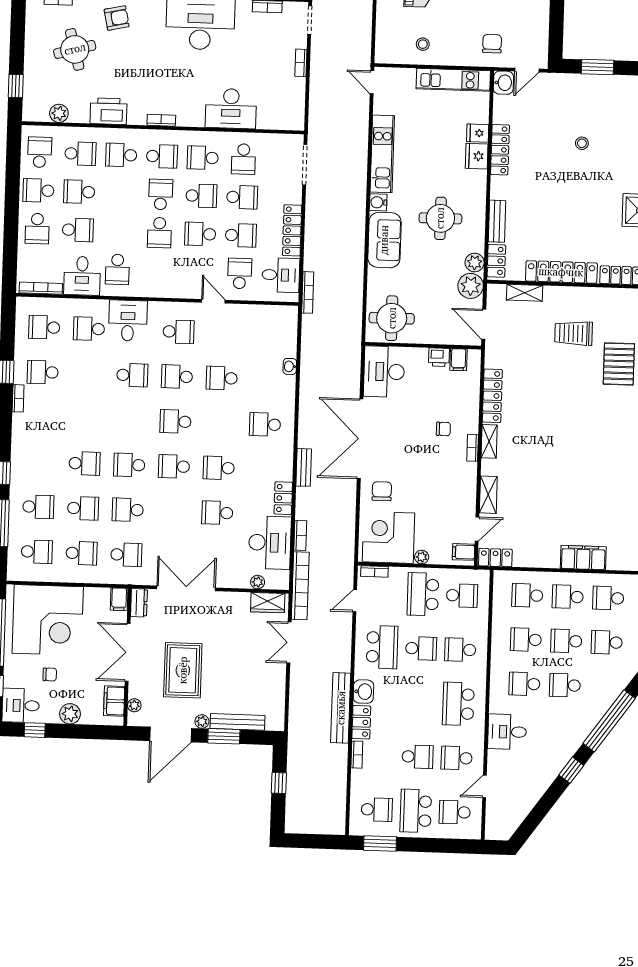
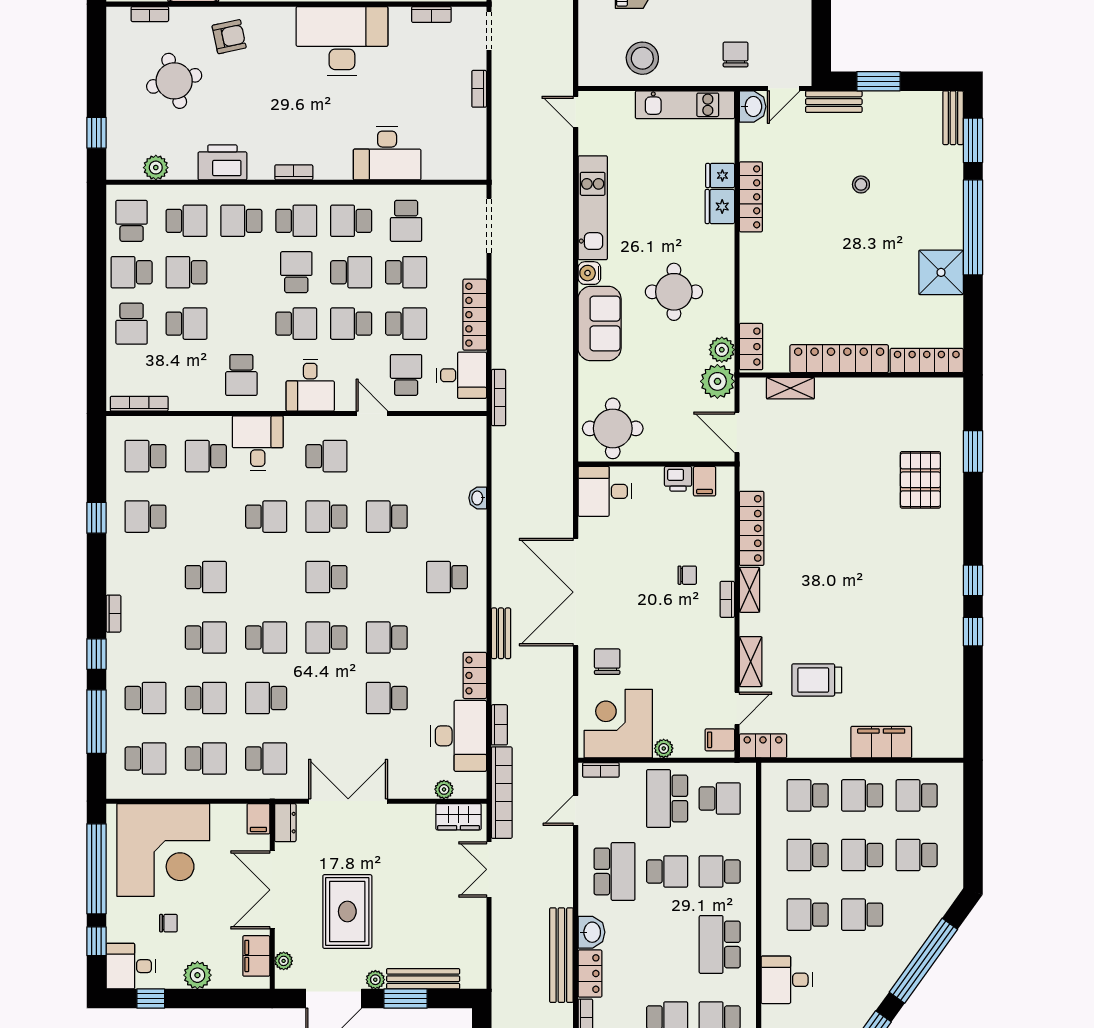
stool: (423, 44) -> (642, 58), width x1.89, depth x1.89
bench: (497, 221) -> (834, 102), moved, turned 90
school desk: (159, 233) -> (296, 324), turned -90
desk: (82, 276) -> (310, 385), moved
trolley: (573, 333) -> (817, 680), moved
desk: (384, 372) -> (605, 491), width x0.73
bookcase: (18, 398) -> (113, 614), moved
school desk: (86, 419) -> (206, 577), added
school desk: (129, 465) -> (266, 638), turned 180

